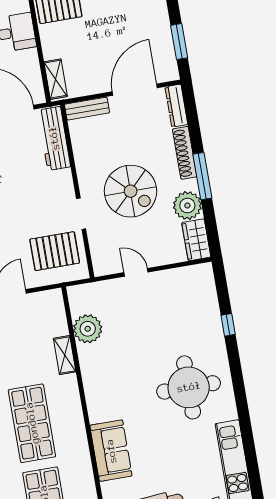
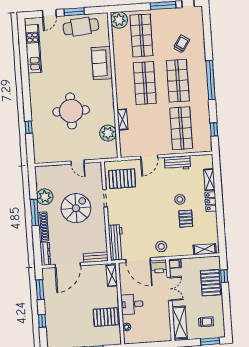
spiral stairs: (131, 191) -> (76, 208), turned 90
wardrobe: (196, 240) -> (42, 177), removed
round table: (189, 387) -> (71, 111), moved

